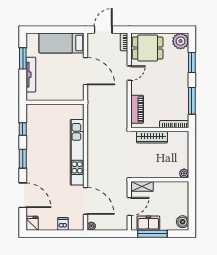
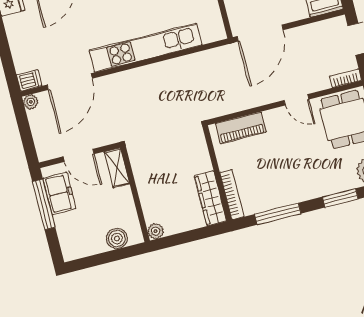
door: (86, 71) -> (260, 33), moved
wardrobe: (152, 137) -> (210, 198), moved
boiler: (183, 222) -> (117, 238), moved
dishwasher: (63, 224) -> (29, 80), moved

